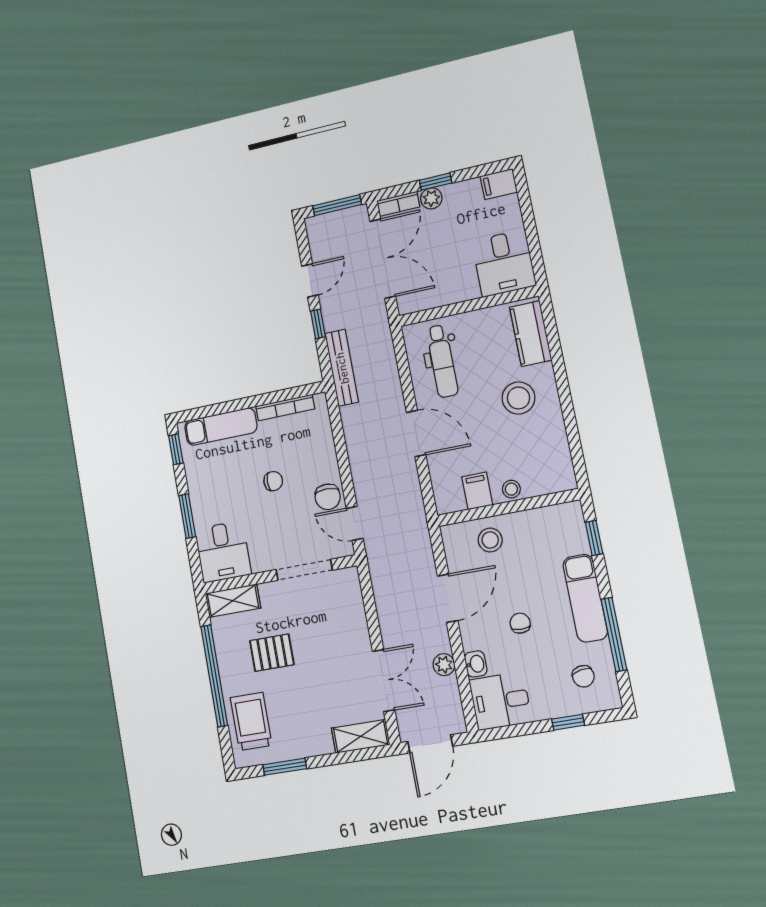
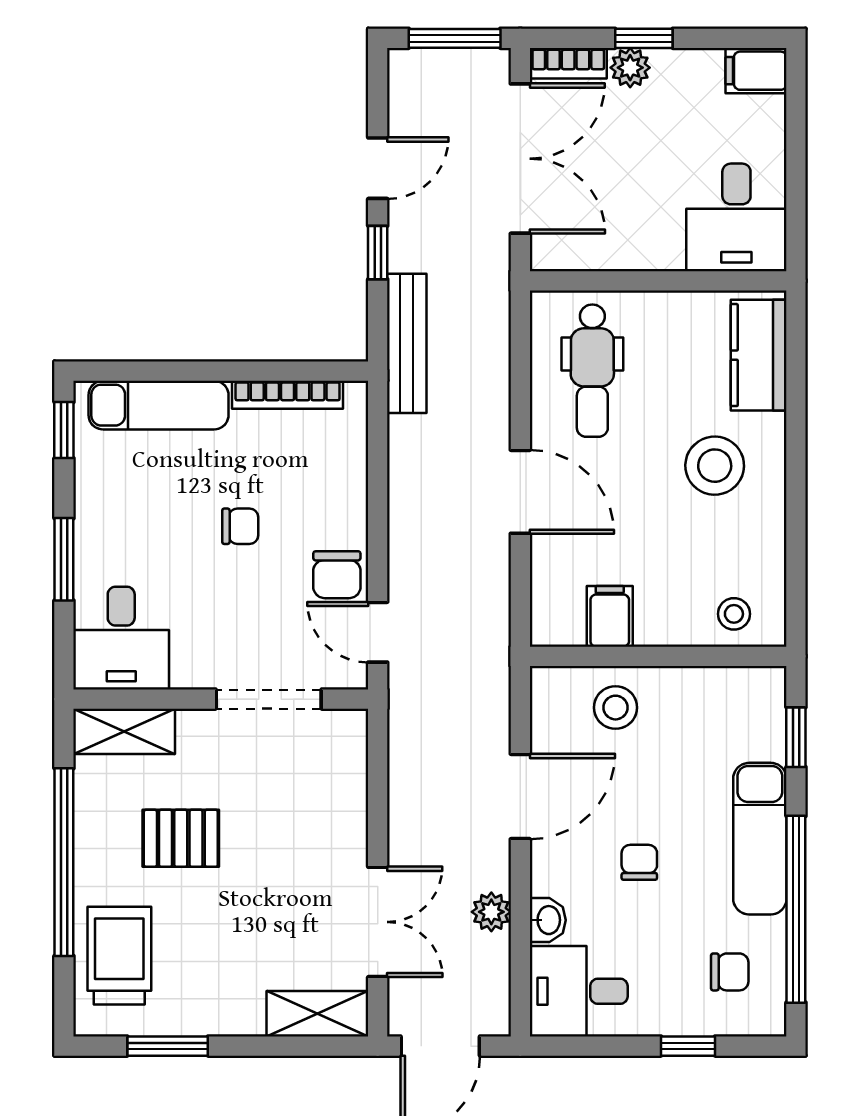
stool: (511, 489) -> (734, 614), moved
window: (614, 634) -> (796, 909), width x1.46
chair: (583, 676) -> (730, 972), turned -79

